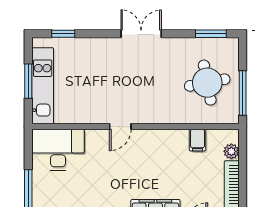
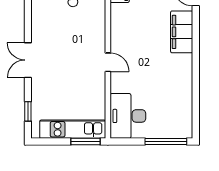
double door: (141, 34) -> (28, 60), moved
window: (28, 81) -> (85, 142), moved

